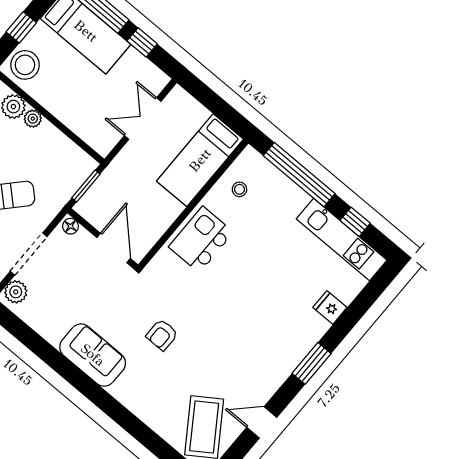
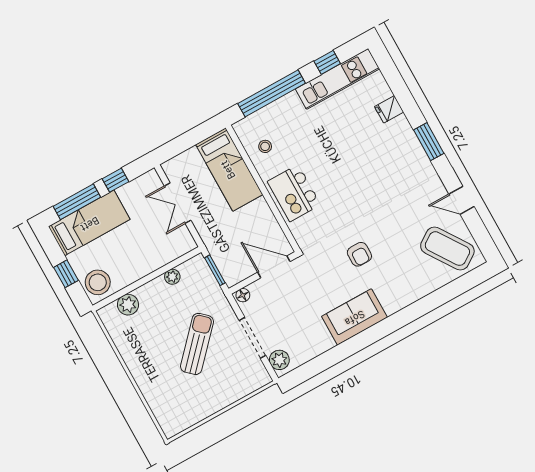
plant: (33, 119) -> (172, 277), moved
door: (262, 422) -> (461, 200), hinge flipped

